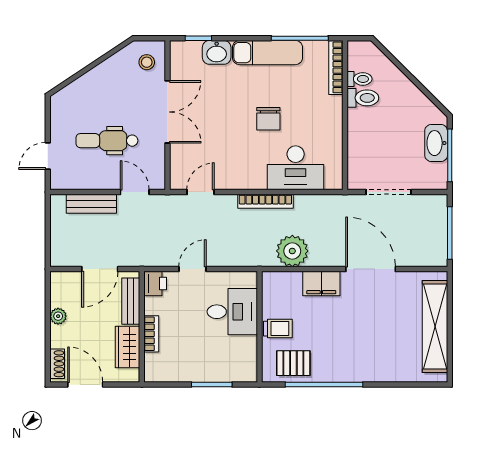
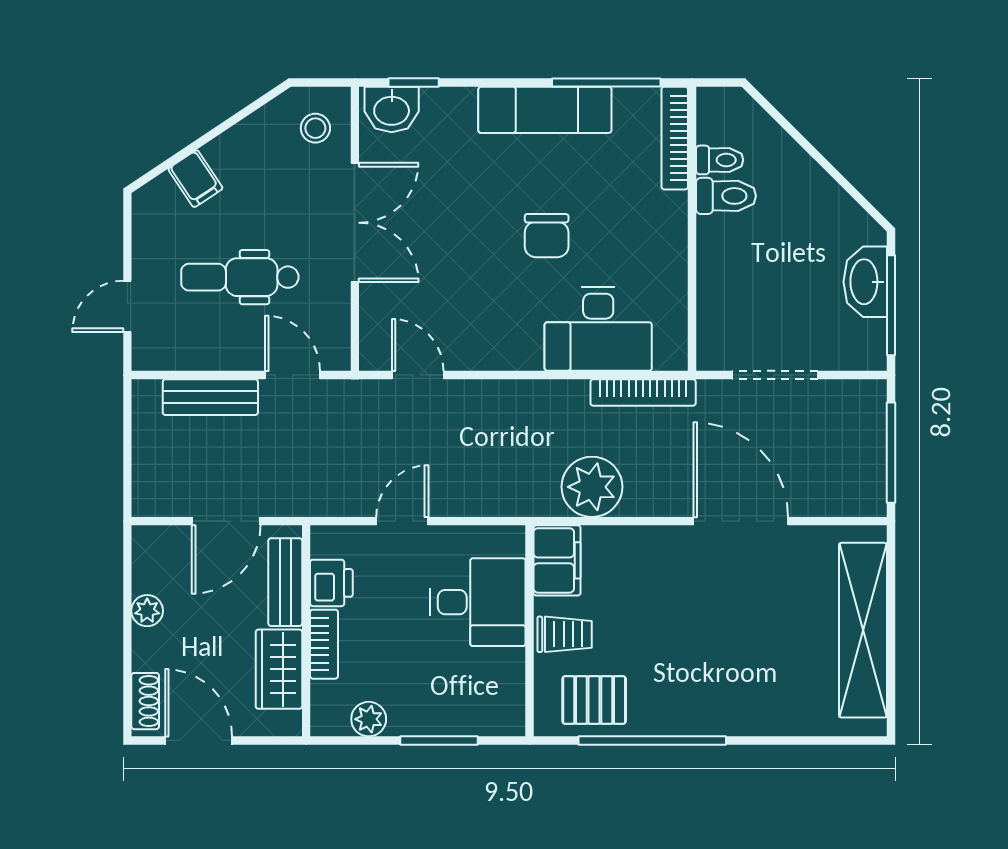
washbasin: (217, 52) -> (392, 109), moved
filing cabinet: (84, 89) -> (195, 179), added
door: (201, 192) -> (418, 375), hinge flipped
bookcase: (265, 201) -> (643, 392), moved
printer: (155, 283) -> (331, 583), moved
filing cabinet: (321, 284) -> (557, 560), moved, turned -90
plant: (175, 373) -> (369, 719), added

